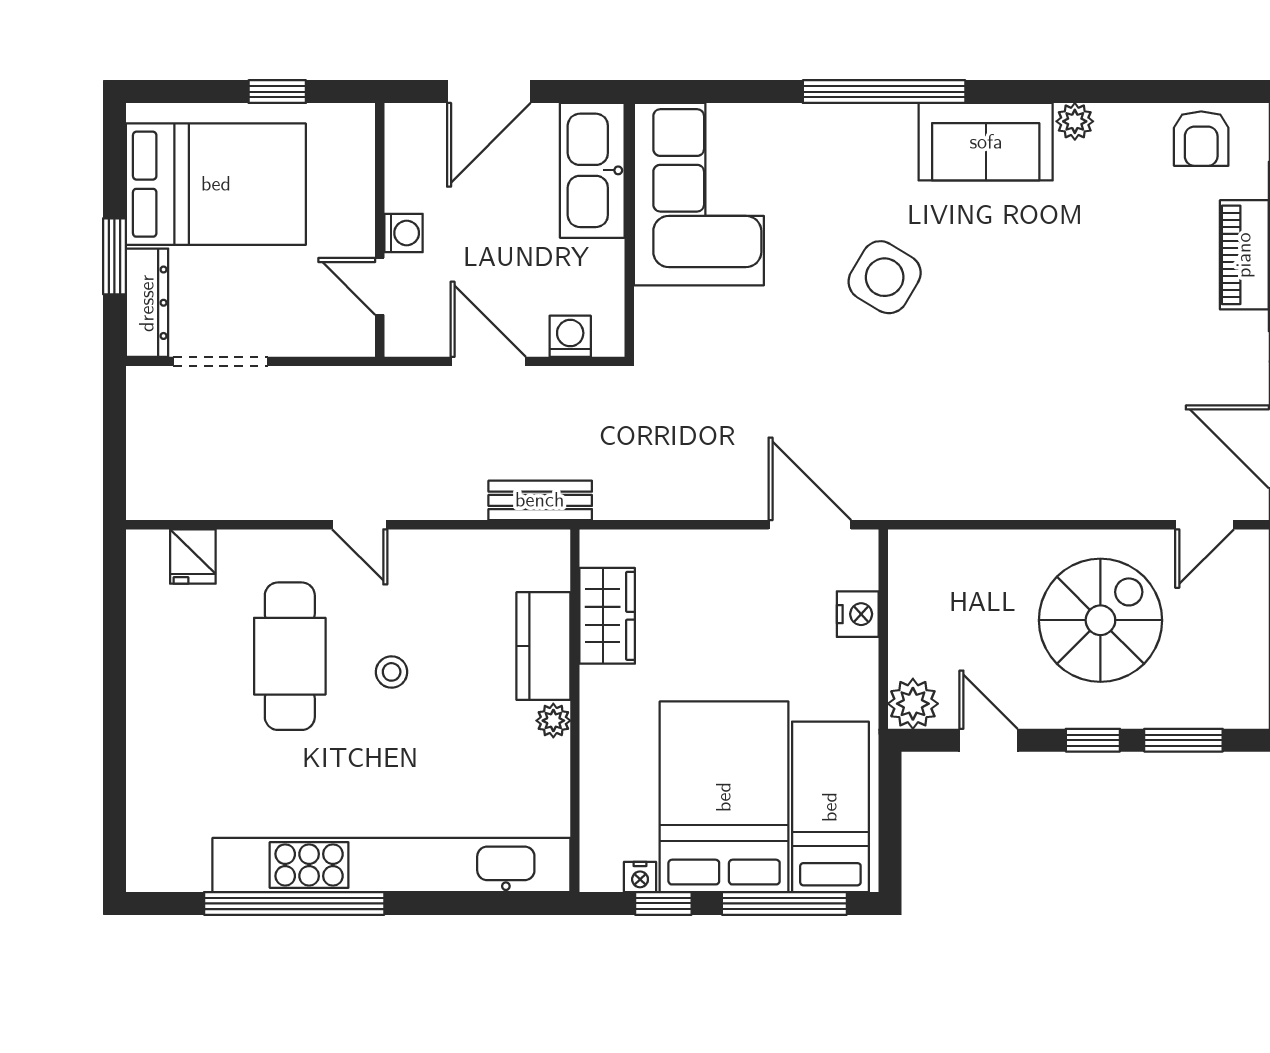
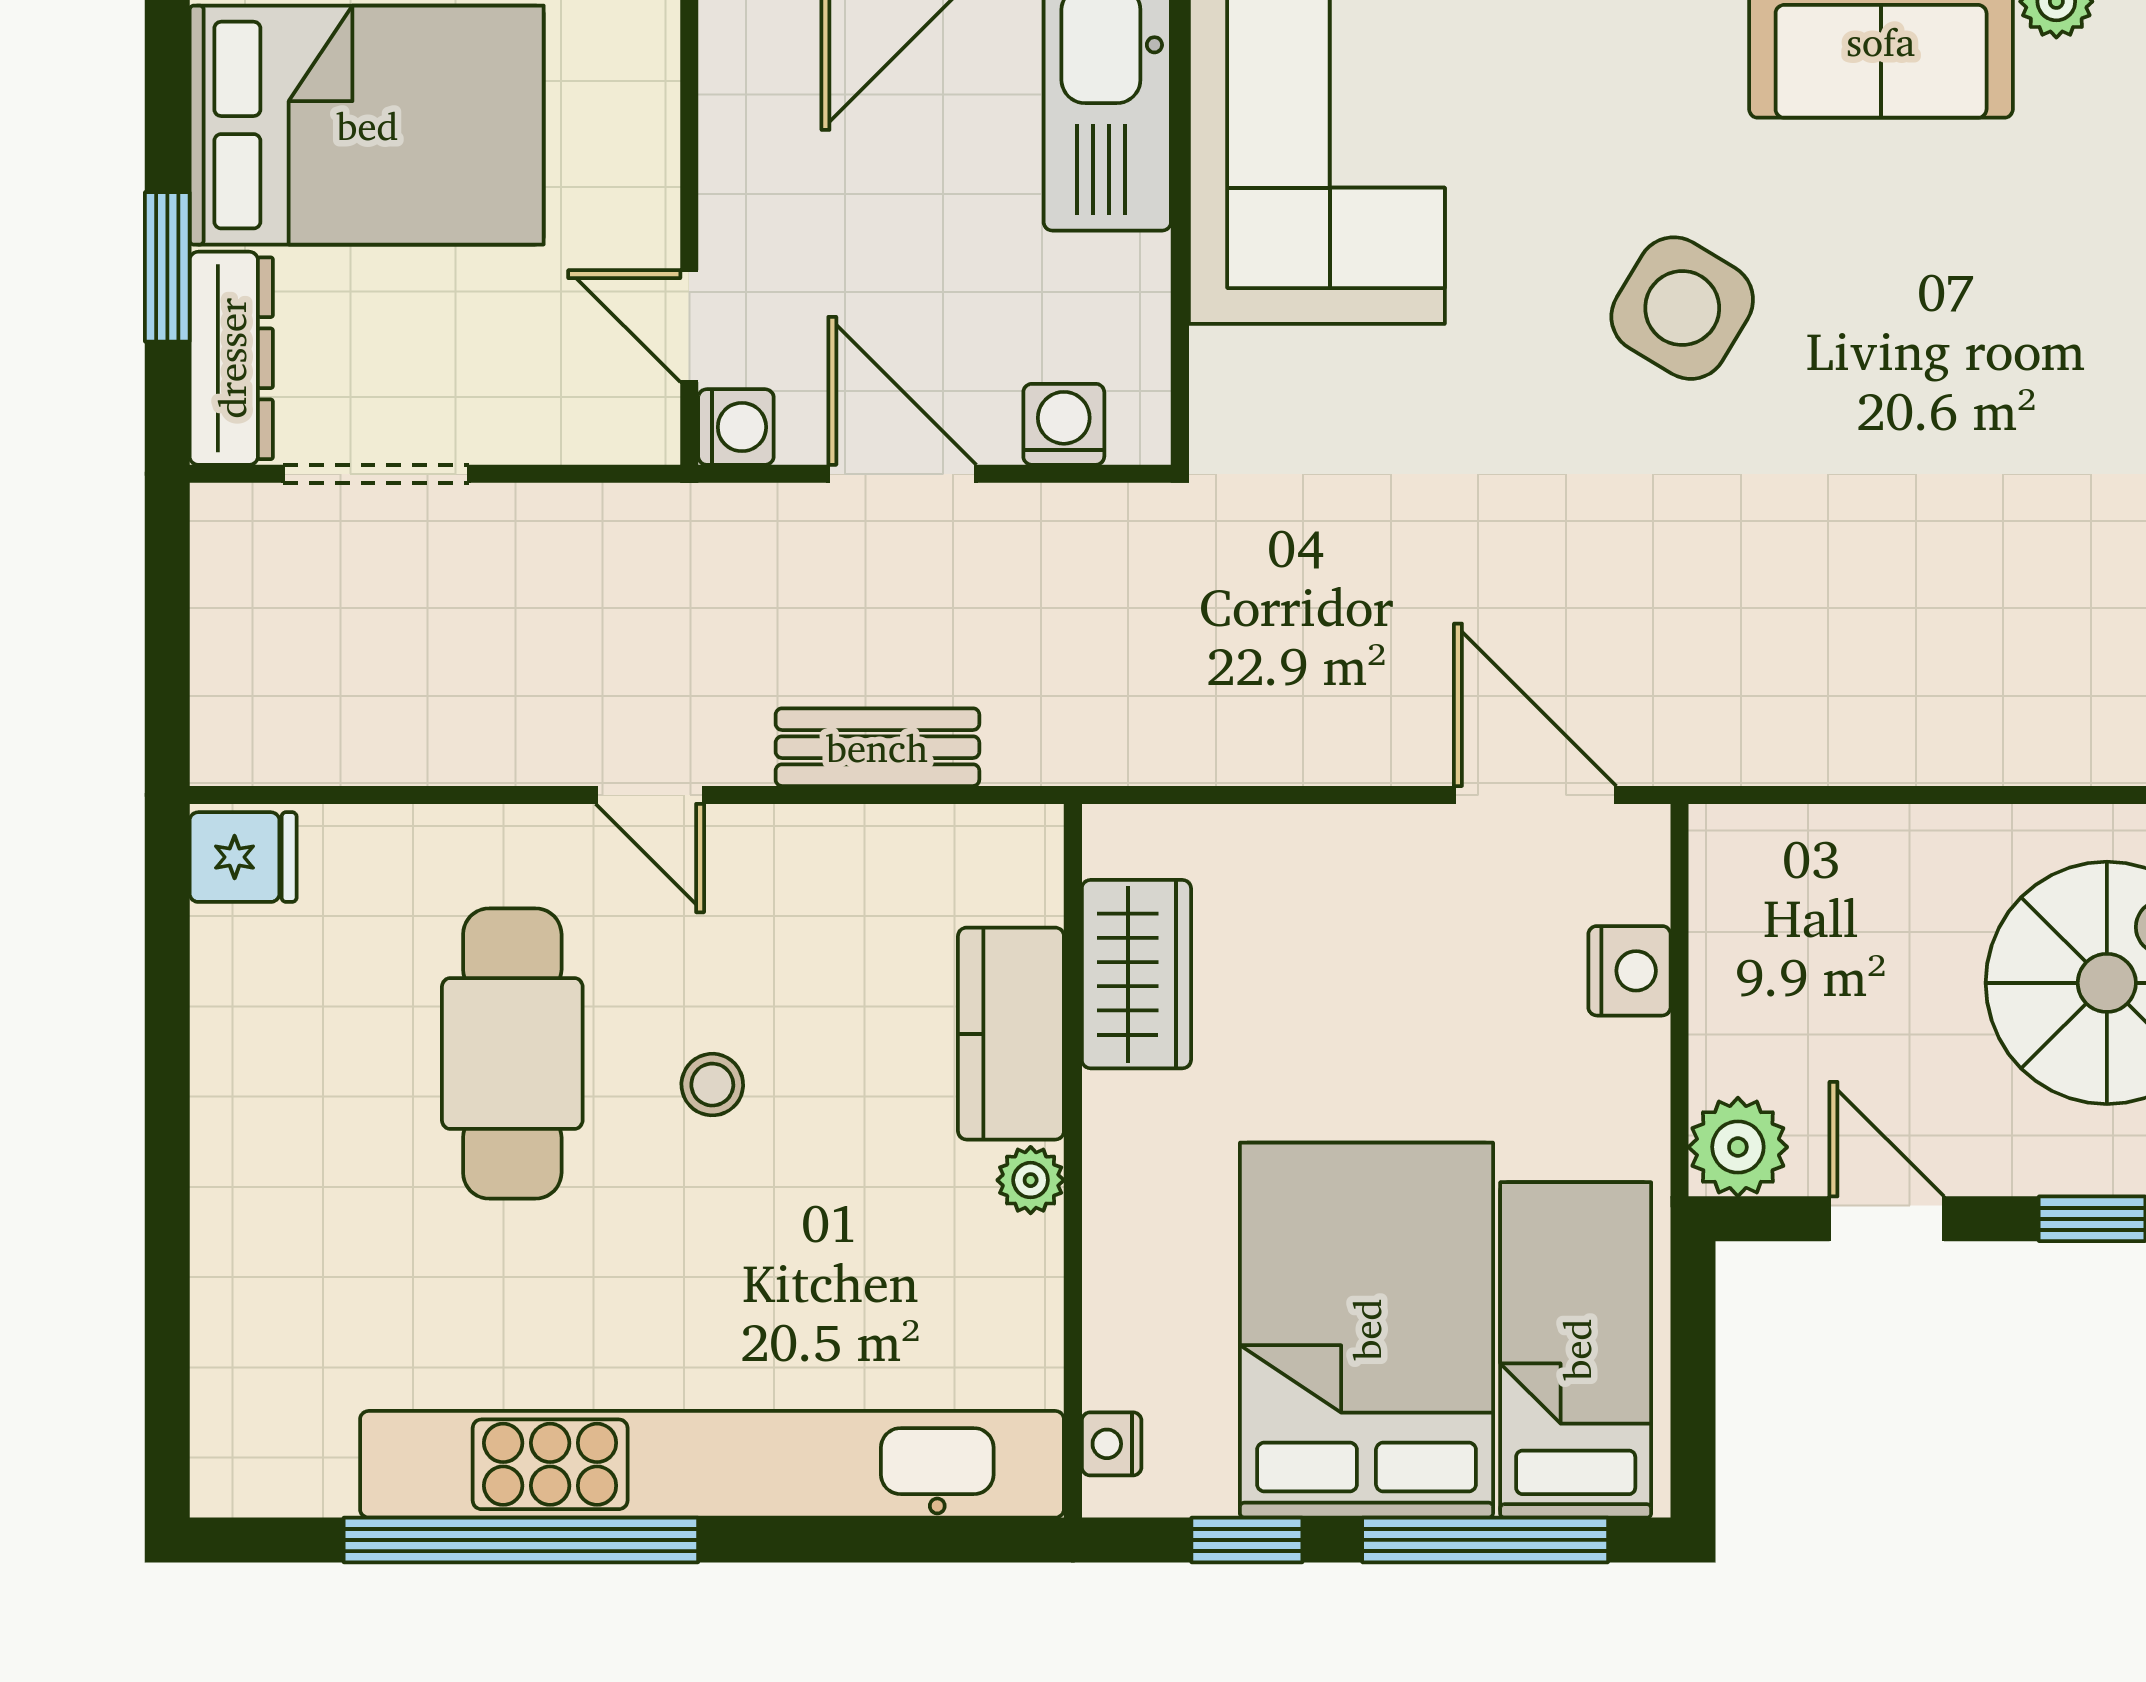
washing machine: (404, 233) -> (736, 427), moved
bench: (540, 500) -> (877, 747), moved
fridge: (193, 556) -> (243, 857), moved, turned -90
nightstand: (640, 877) -> (1112, 1444), moved, turned 90

